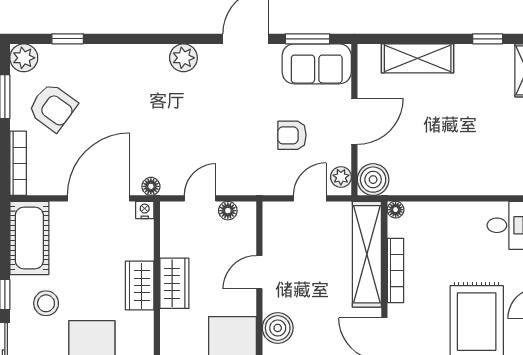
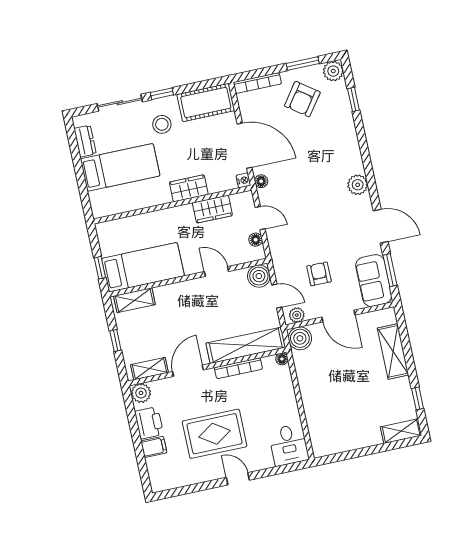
wardrobe: (174, 283) -> (212, 209), moved
boiler: (278, 328) -> (259, 276), moved

